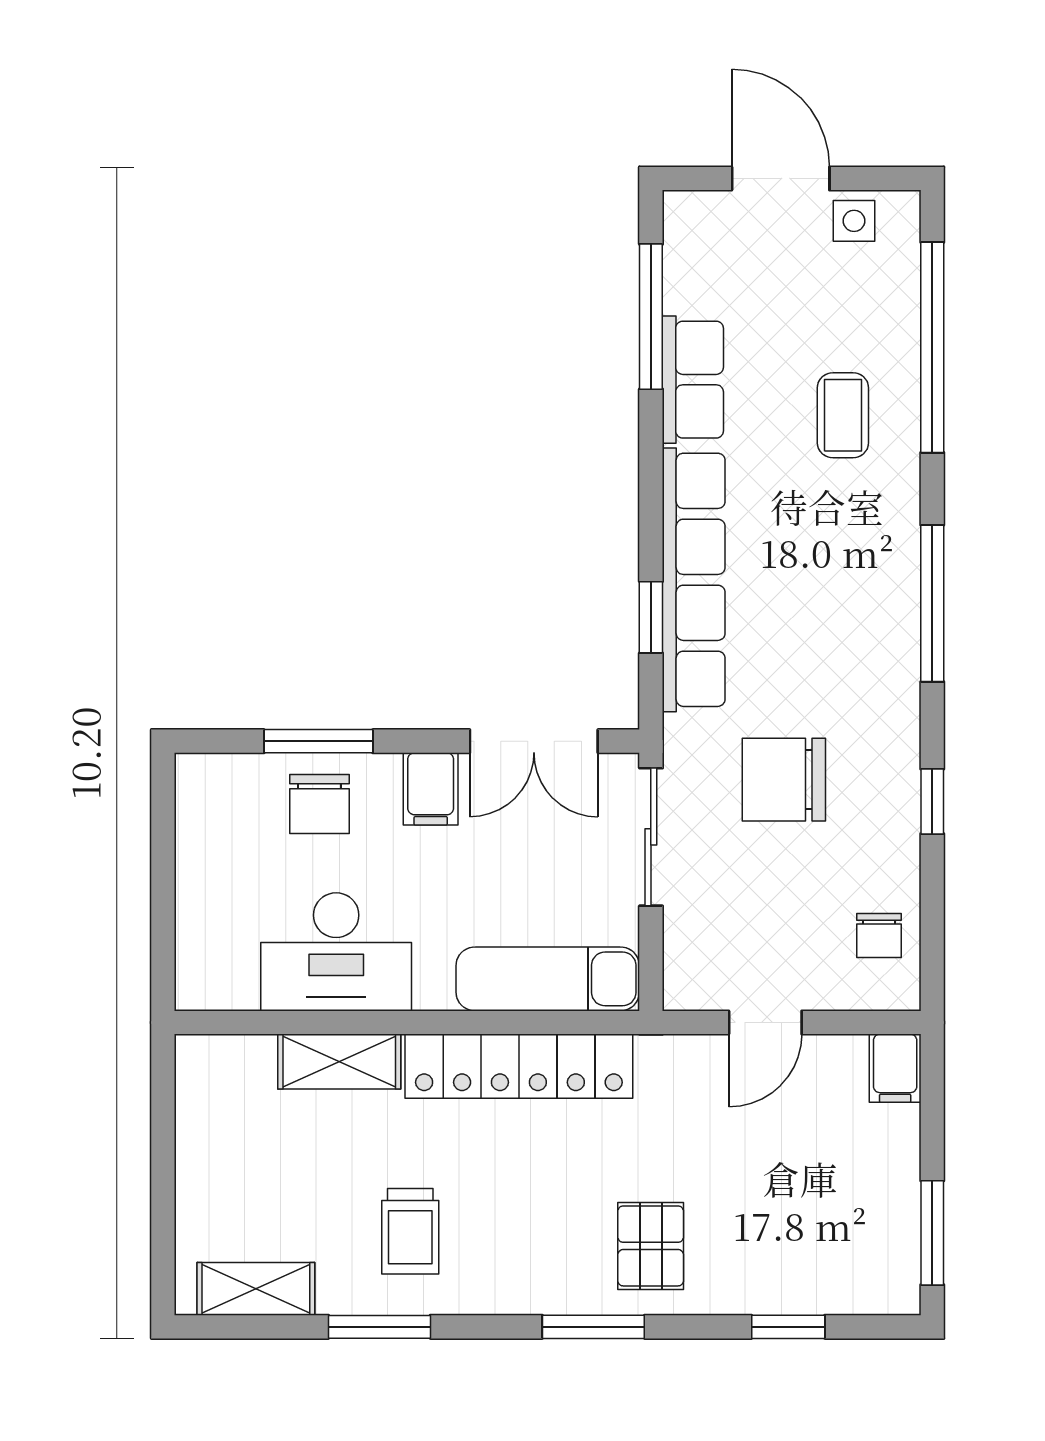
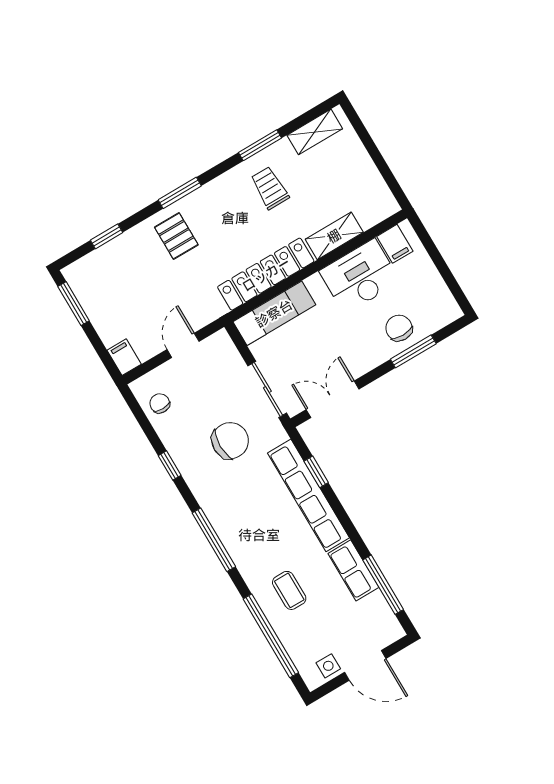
filing cabinet: (431, 789) -> (395, 244), moved, turned 180

